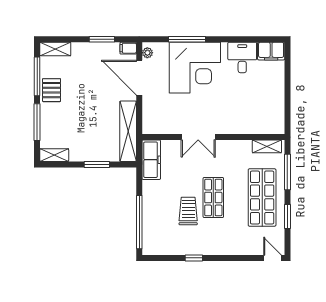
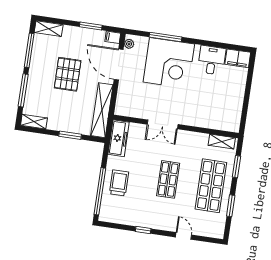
pallet: (52, 90) -> (68, 74), moved, width x1.50, depth x1.42
window: (287, 172) -> (236, 167), width x0.69
trolley: (188, 211) -> (119, 183), moved
door: (273, 258) -> (183, 236), moved

